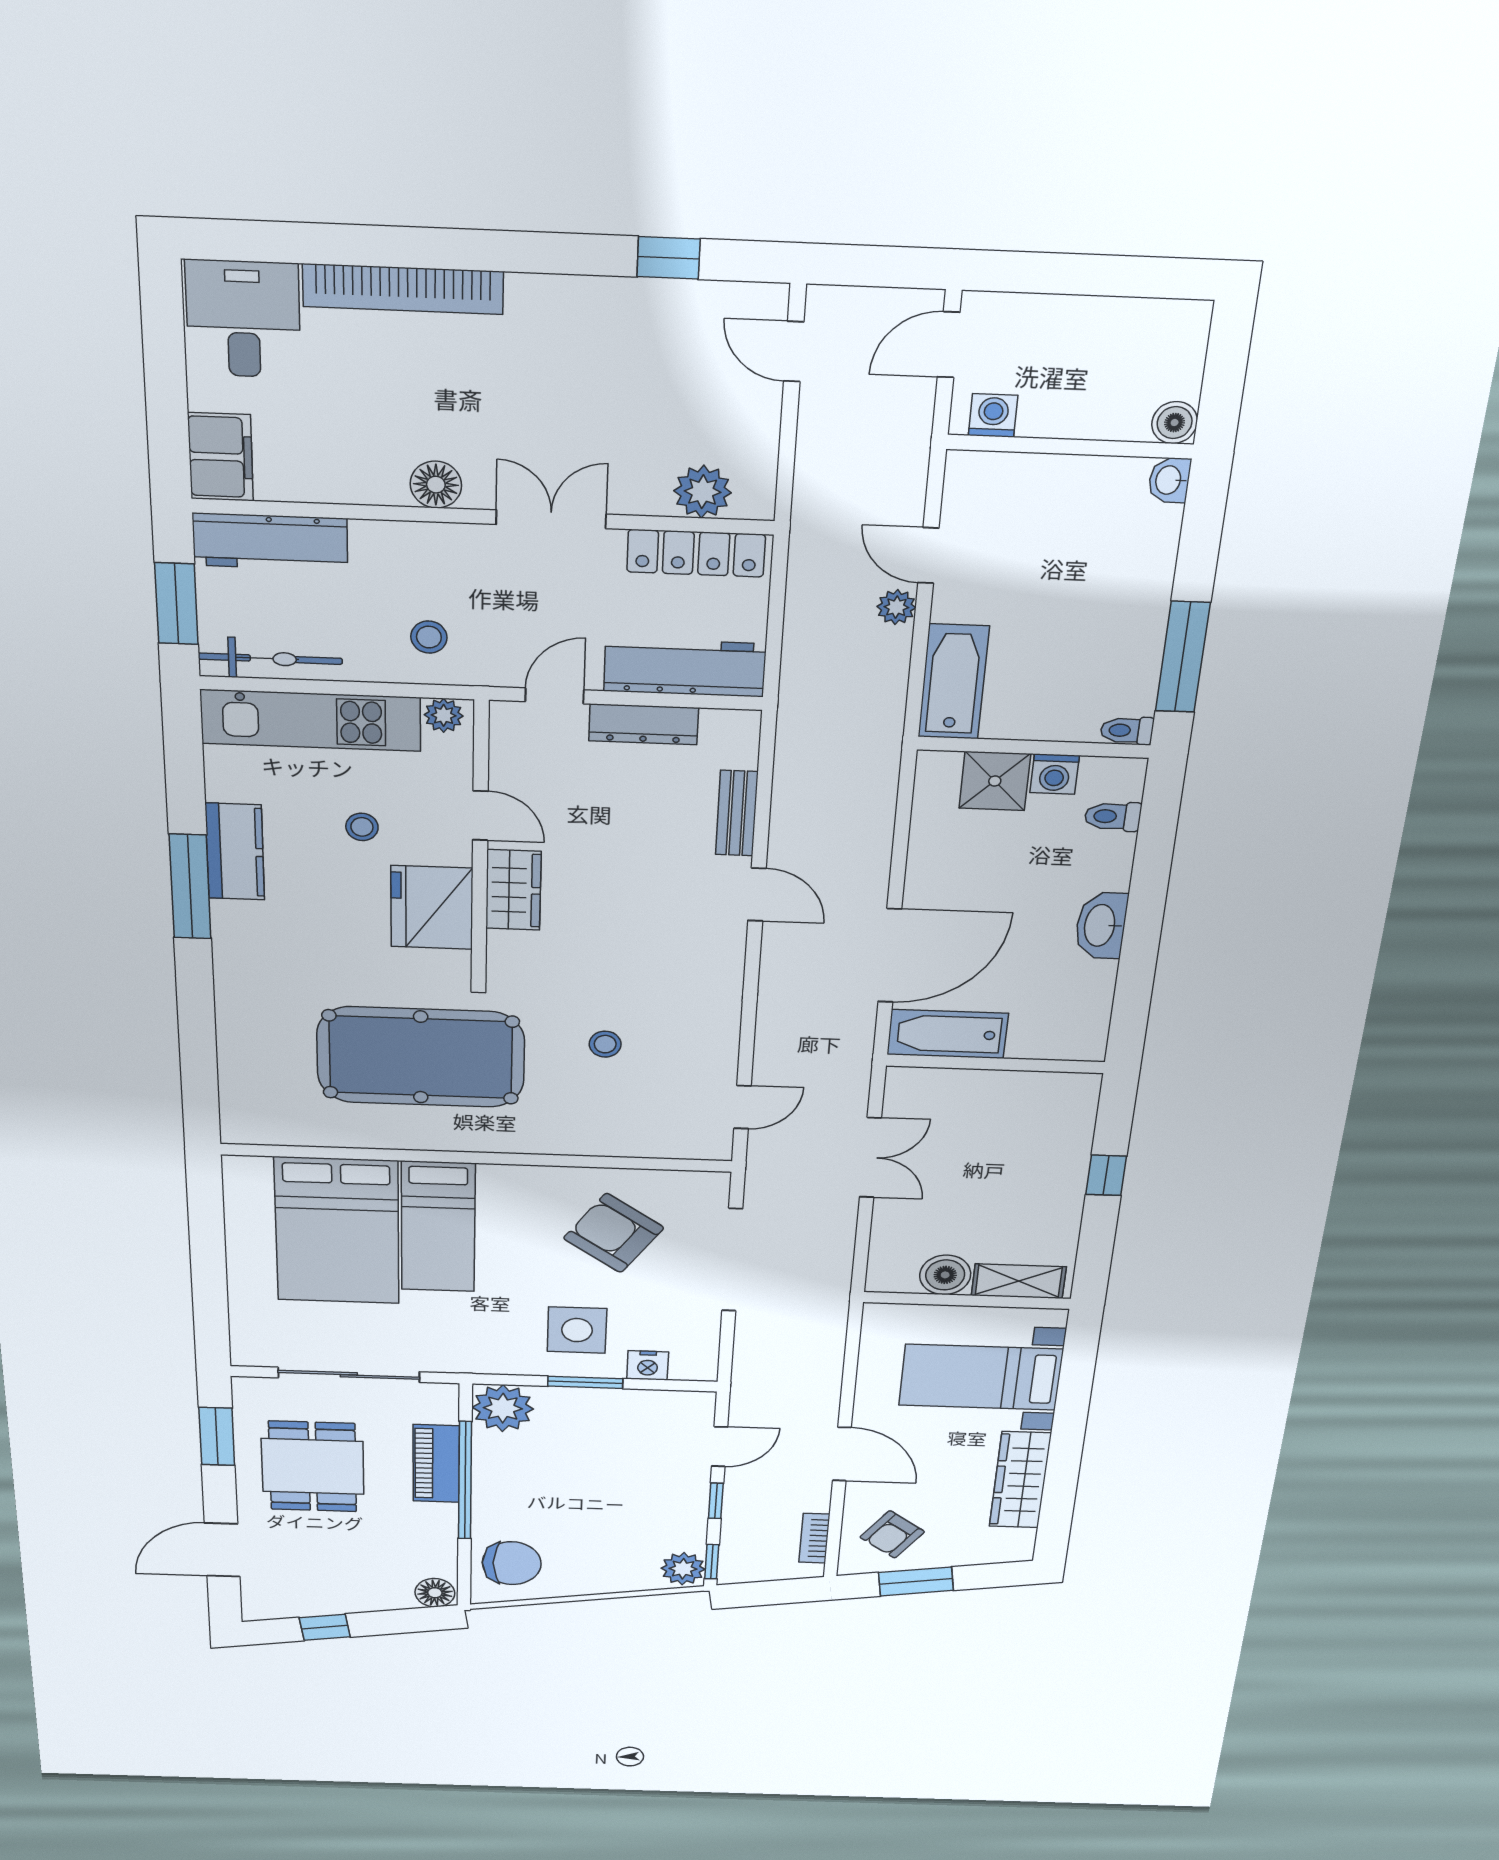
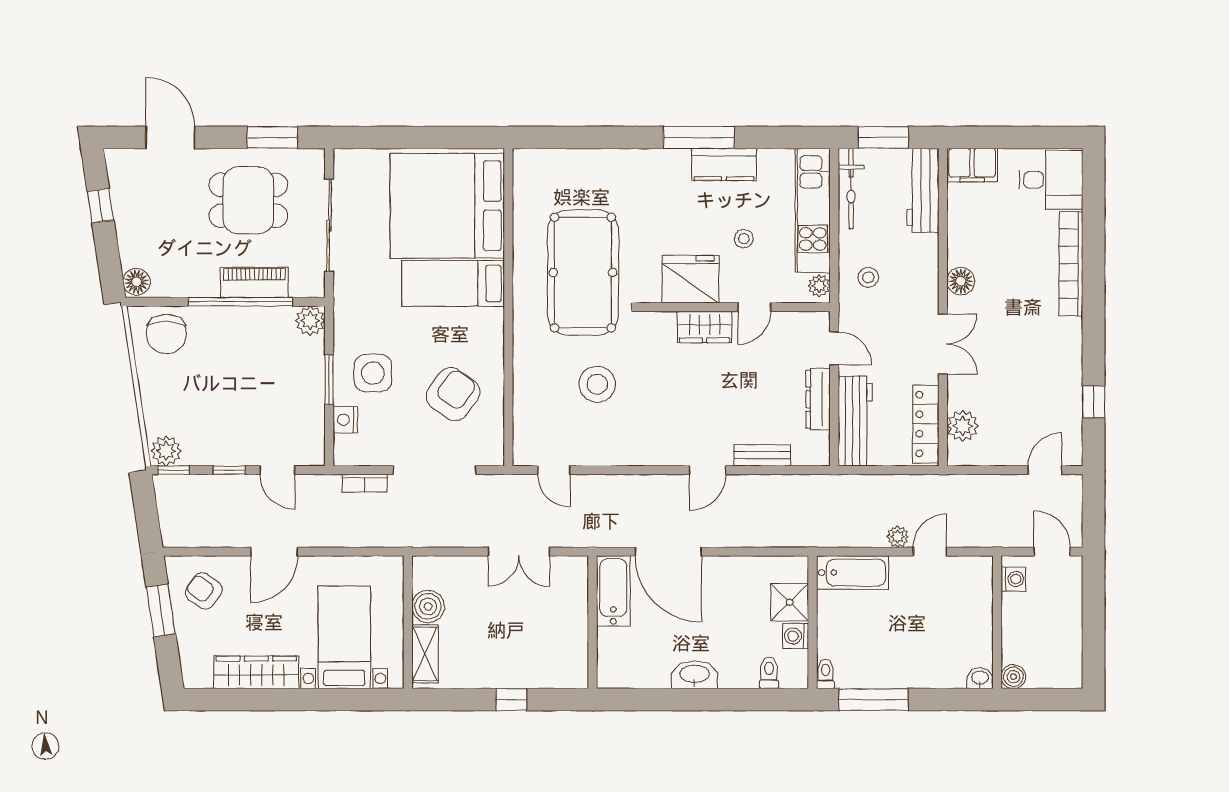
stool: (605, 1044) -> (597, 384), width x1.89, depth x1.89
bed: (337, 1231) -> (447, 206), width x1.36
plant: (503, 1408) -> (310, 321), width x0.73, depth x0.73
bookcase: (814, 1538) -> (365, 483), moved, turned 180

